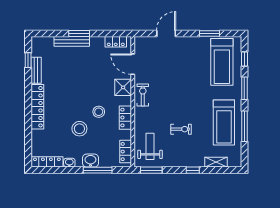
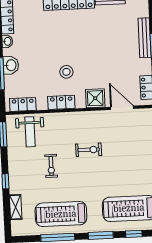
door: (133, 64) -> (122, 108), hinge flipped
exercise bike: (143, 95) -> (89, 150), moved
stool: (79, 129) -> (46, 51), removed
weight bench: (150, 146) -> (30, 132), turned 90

